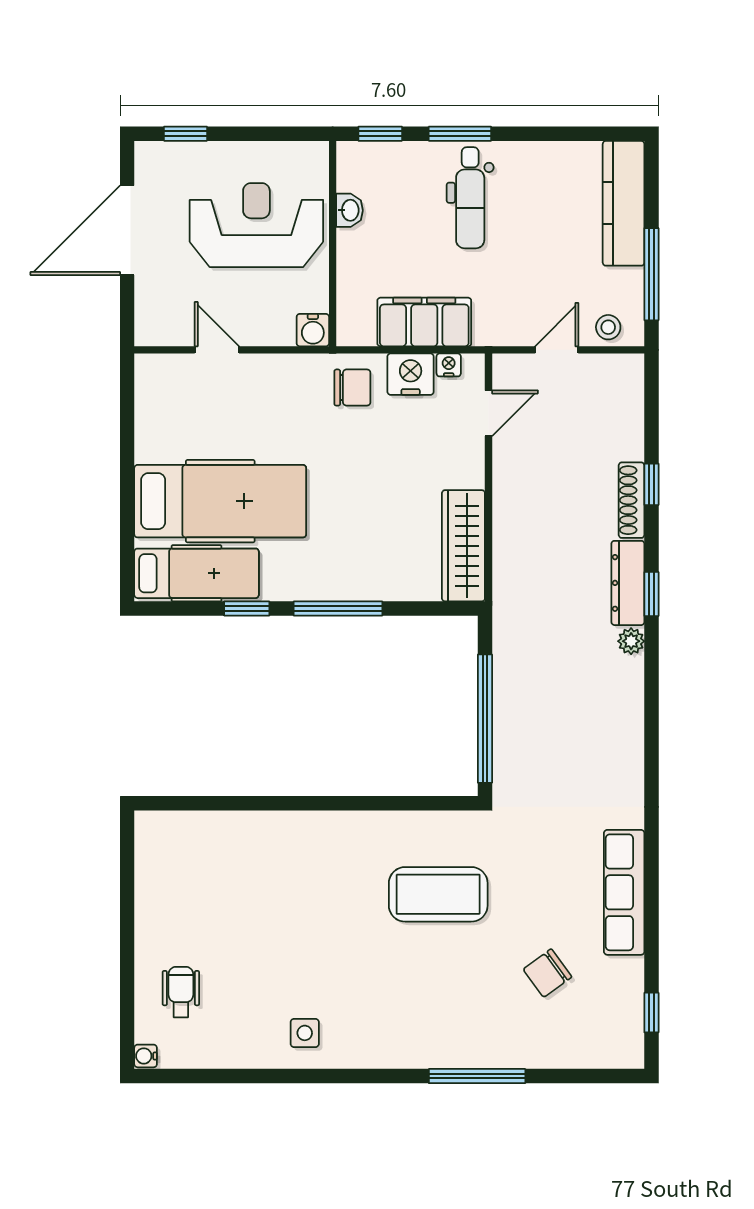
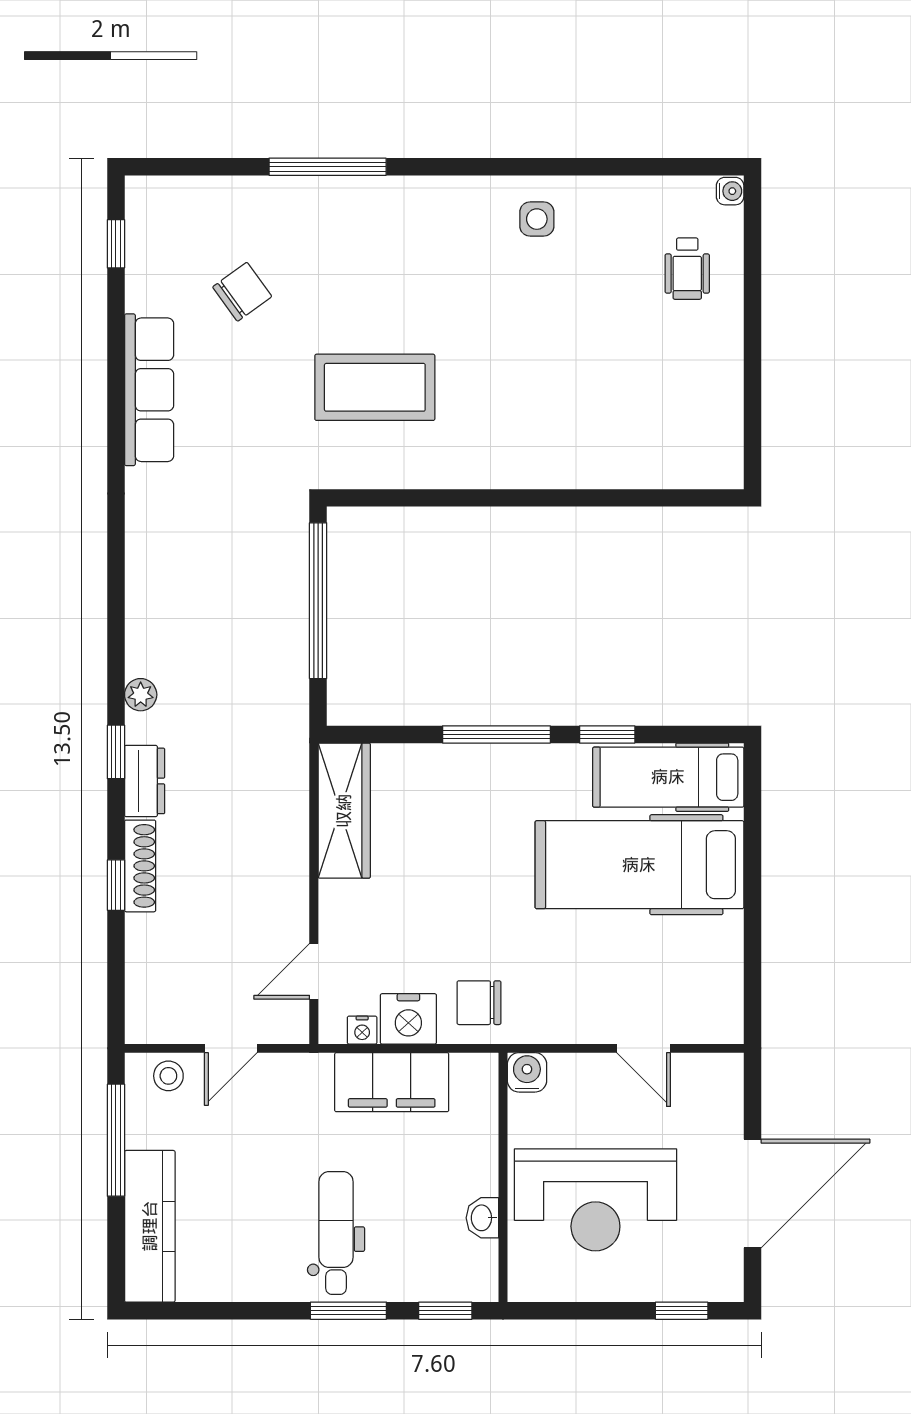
dresser: (628, 583) -> (145, 781), width x0.70

